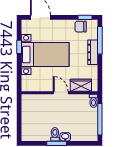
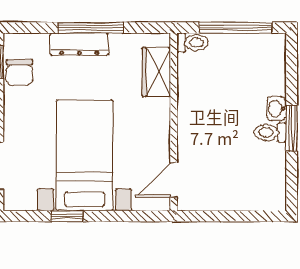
window: (100, 40) -> (90, 28), moved
door: (61, 93) -> (174, 180), moved

